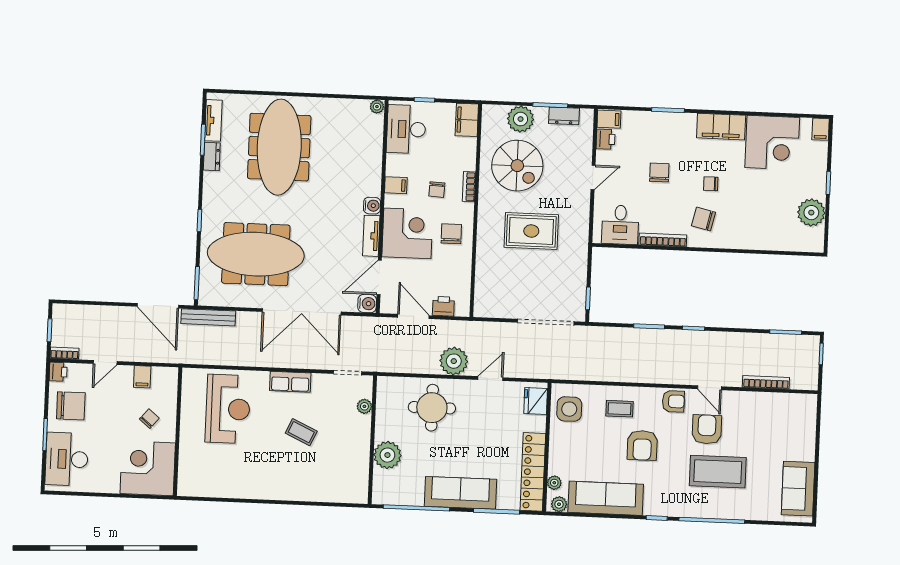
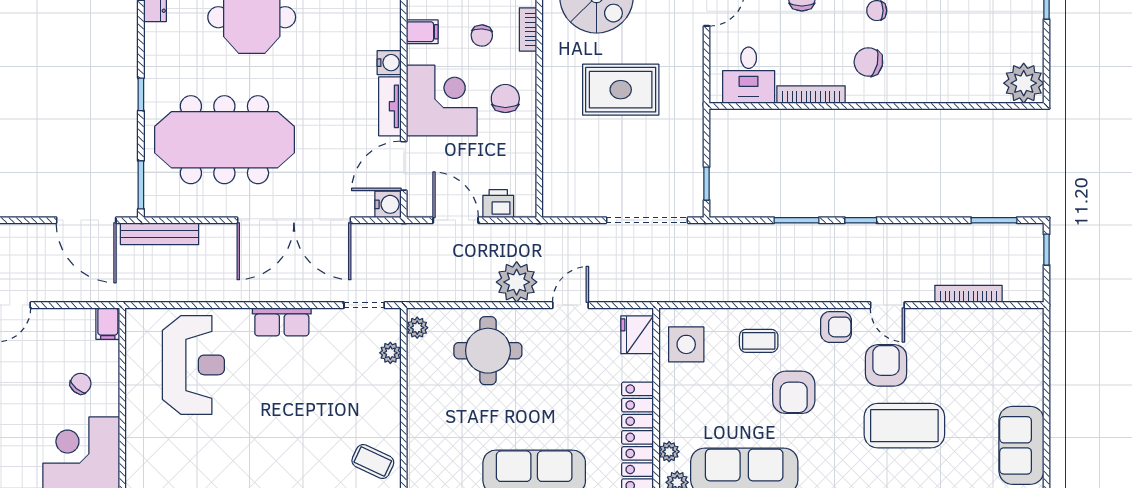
plant: (811, 213) -> (1024, 83), moved
filing cabinet: (142, 377) -> (108, 324), moved
coffee table: (301, 432) -> (373, 462), moved
plant: (387, 455) -> (417, 328), moved, width x0.53, depth x0.53

